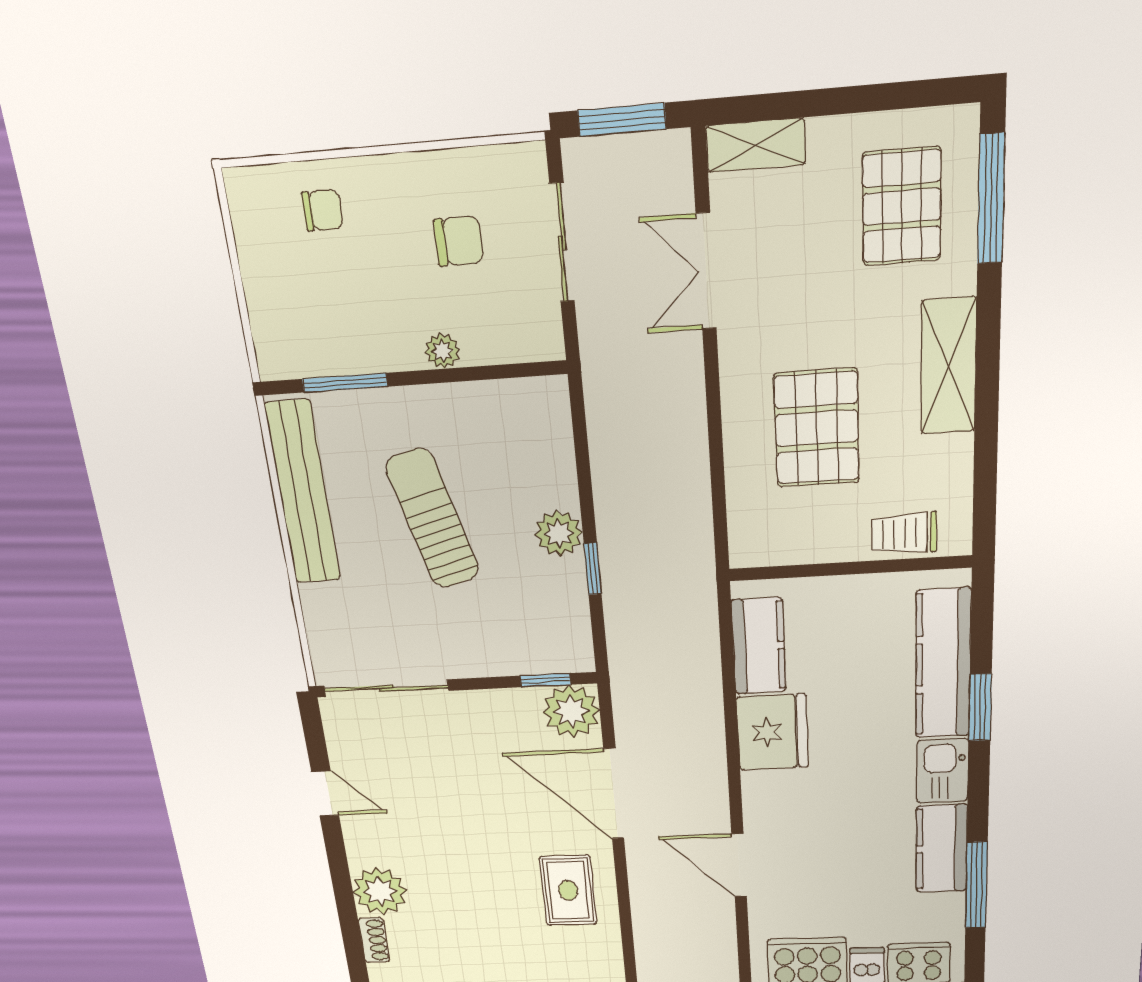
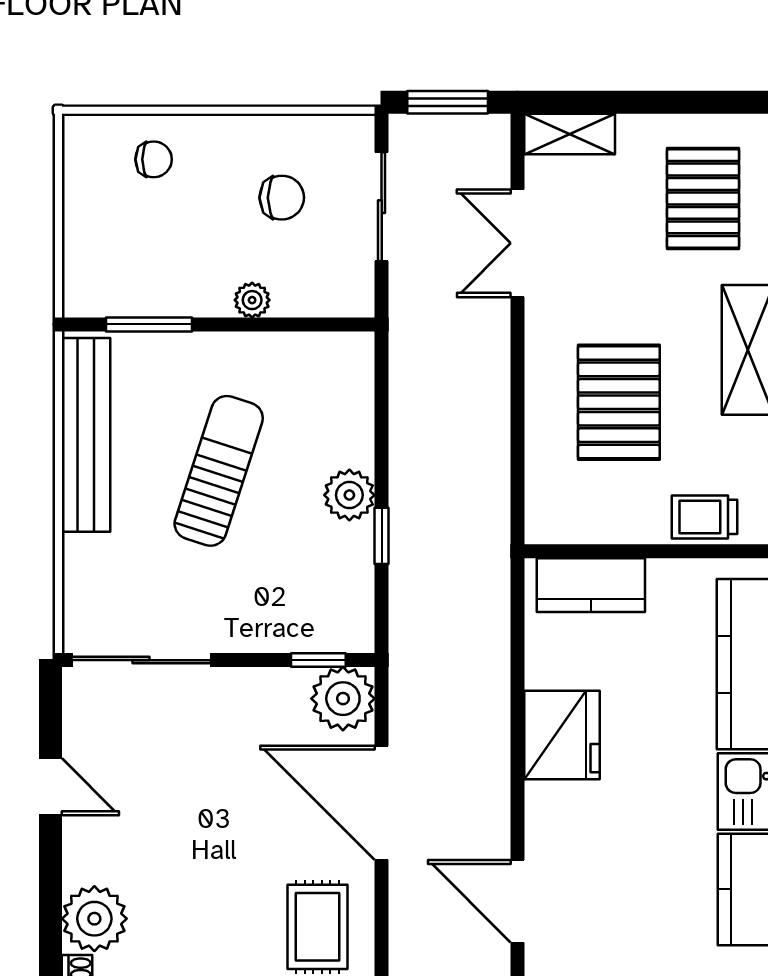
sun lounger: (432, 519) -> (219, 471), turned 33
kitchen counter: (759, 646) -> (591, 585), moved, turned 90

